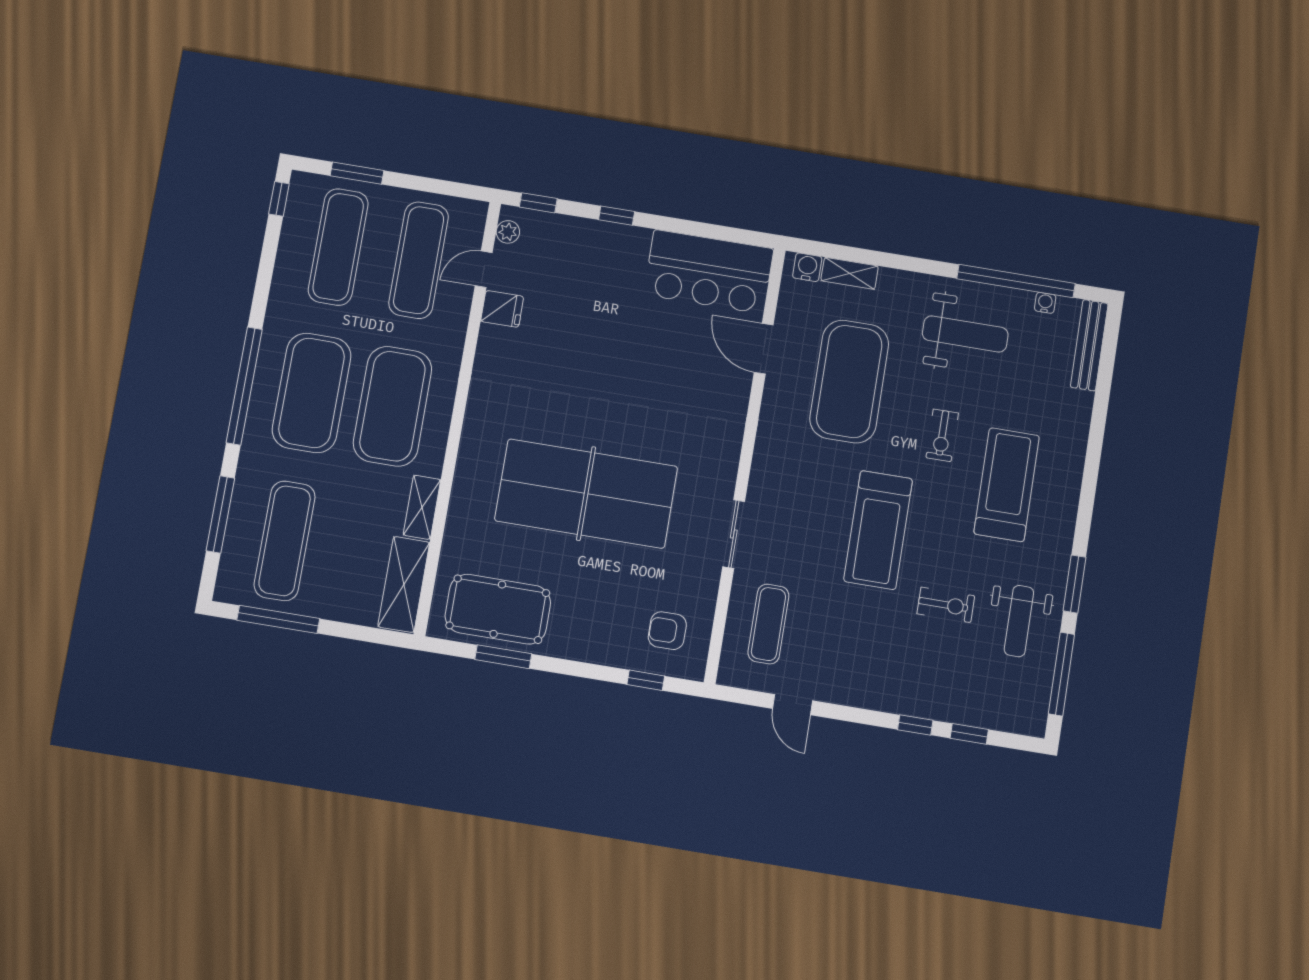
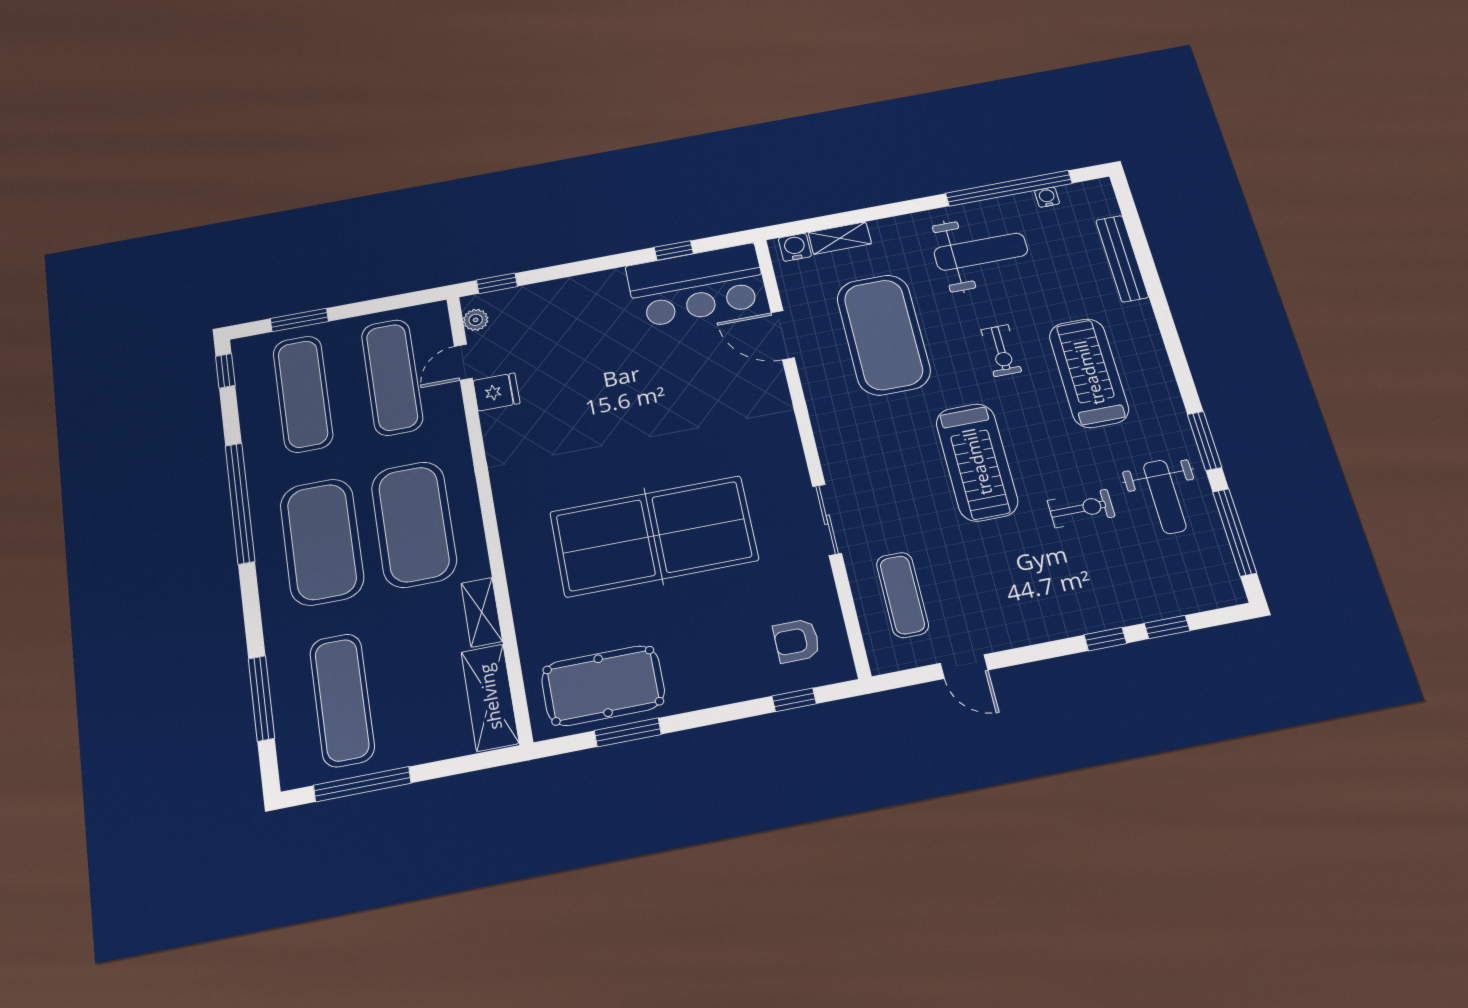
window: (617, 216) -> (674, 250), moved
bench: (1089, 345) -> (1122, 259), moved
window: (244, 386) -> (240, 503), moved

